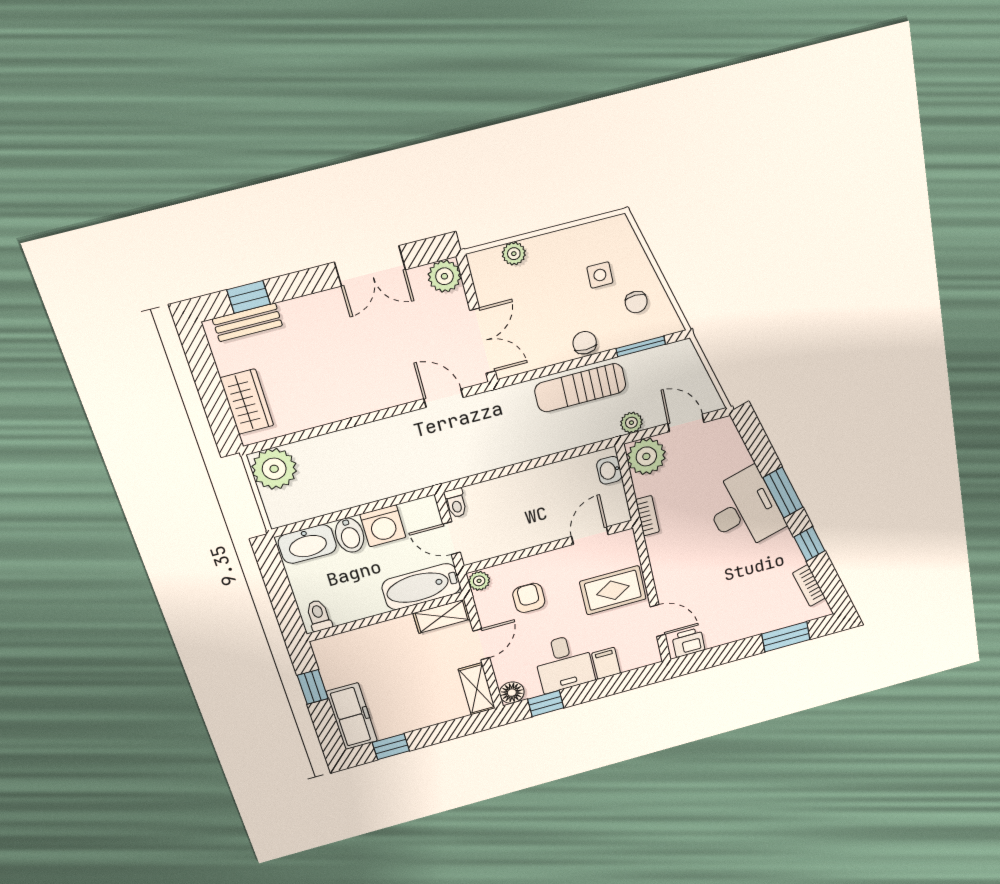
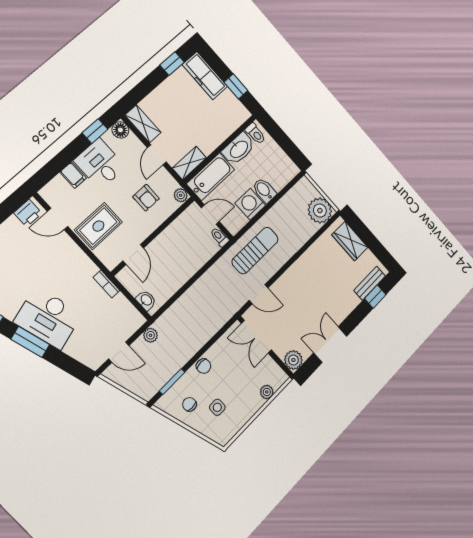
sun lounger: (580, 388) -> (255, 250), moved
plant: (646, 456) -> (130, 320), removed
washbasin: (307, 544) -> (239, 149), moved, turned 180

